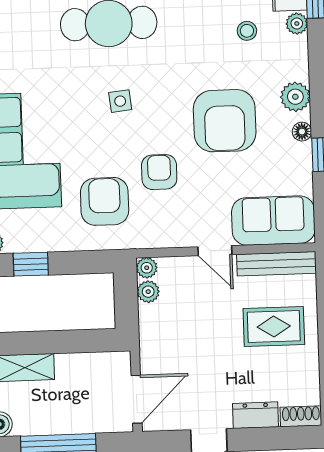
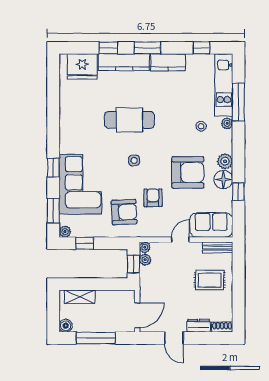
armchair: (225, 121) -> (188, 172), turned -90
floor lamp: (302, 132) -> (223, 179), width x1.89, depth x1.89
armchair: (105, 201) -> (124, 212), turned 87
door: (215, 251) -> (180, 240), swing flipped
bench: (277, 264) -> (218, 248), width x0.73
window: (126, 301) -> (133, 264), added

